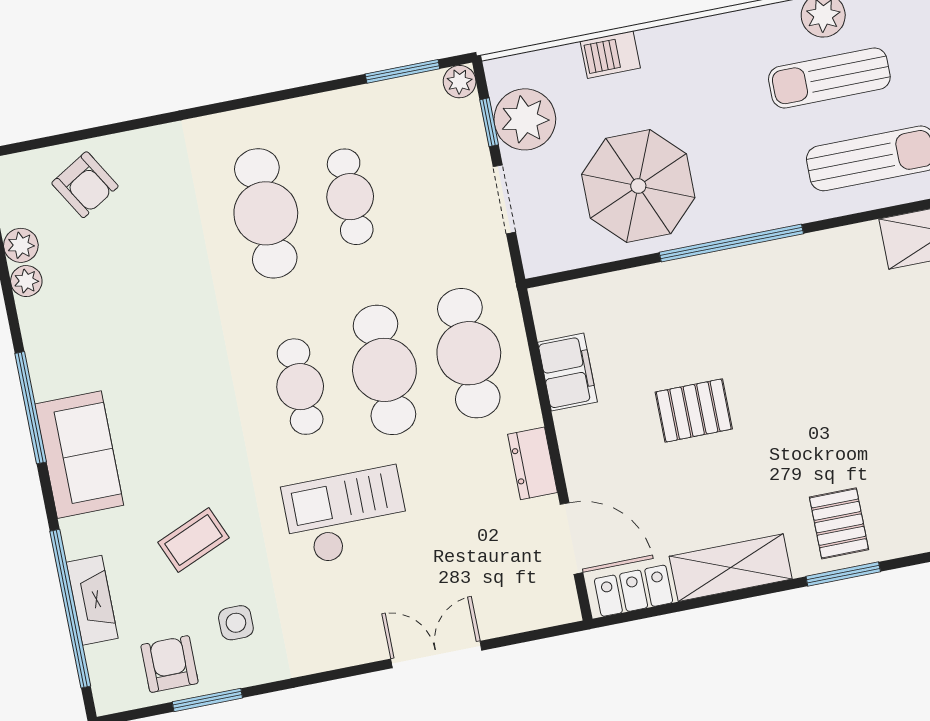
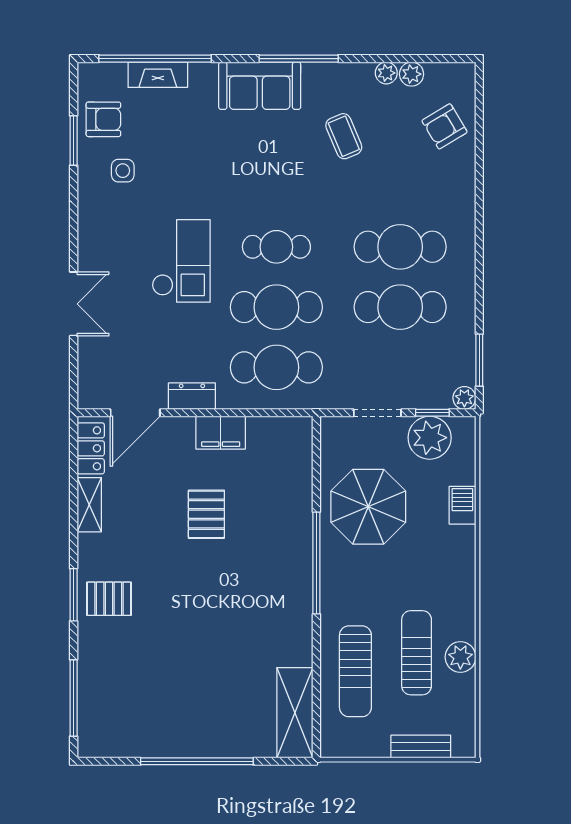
cafe table: (350, 197) -> (400, 307), width x1.37, depth x1.35
filing cabinet: (567, 372) -> (221, 433), moved
coffee table: (193, 540) -> (344, 136), moved
shelving: (731, 568) -> (89, 505), width x0.67, depth x0.75

